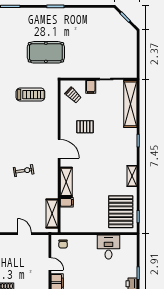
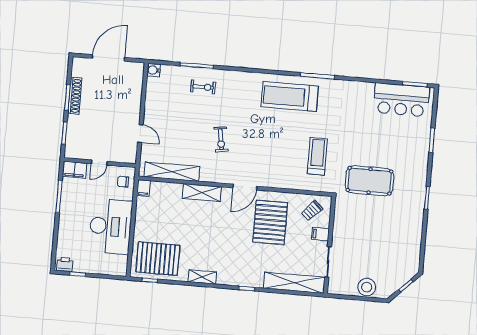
stool: (129, 47) -> (367, 287), added
pool table: (46, 52) -> (369, 181), turned 90
treadmill: (30, 95) -> (317, 156), turned 180
pallet: (85, 127) -> (270, 222), width x2.05, depth x2.00
filing cabinet: (67, 202) -> (143, 188), moved
shelving: (52, 214) -> (172, 172), width x1.47
door: (24, 234) -> (140, 133), hinge flipped
desk: (108, 247) -> (111, 226), width x1.87, depth x1.30

